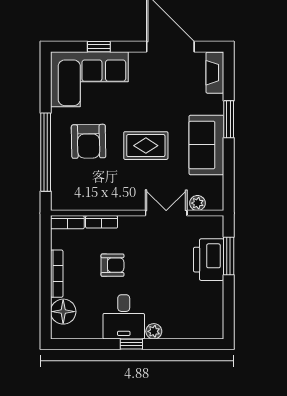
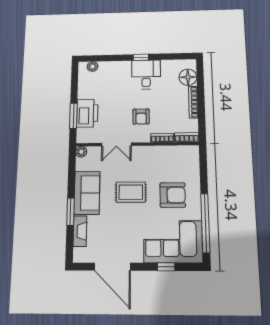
fireplace: (215, 73) -> (80, 231), moved
armchair: (89, 141) -> (173, 195), turned 91
window: (46, 152) -> (205, 223), moved
plant: (197, 203) -> (81, 152), moved
armchair: (112, 265) -> (141, 117), moved, turned -90
plant: (154, 331) -> (92, 66), moved

